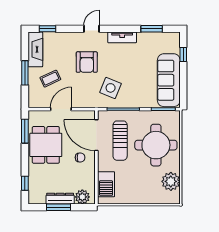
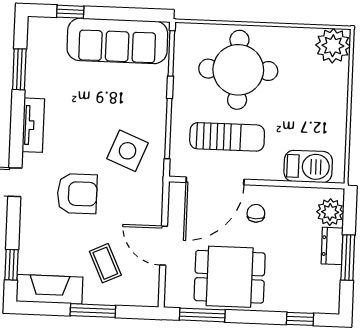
plant: (171, 181) -> (333, 46), moved
dresser: (60, 199) -> (332, 246), width x0.70

